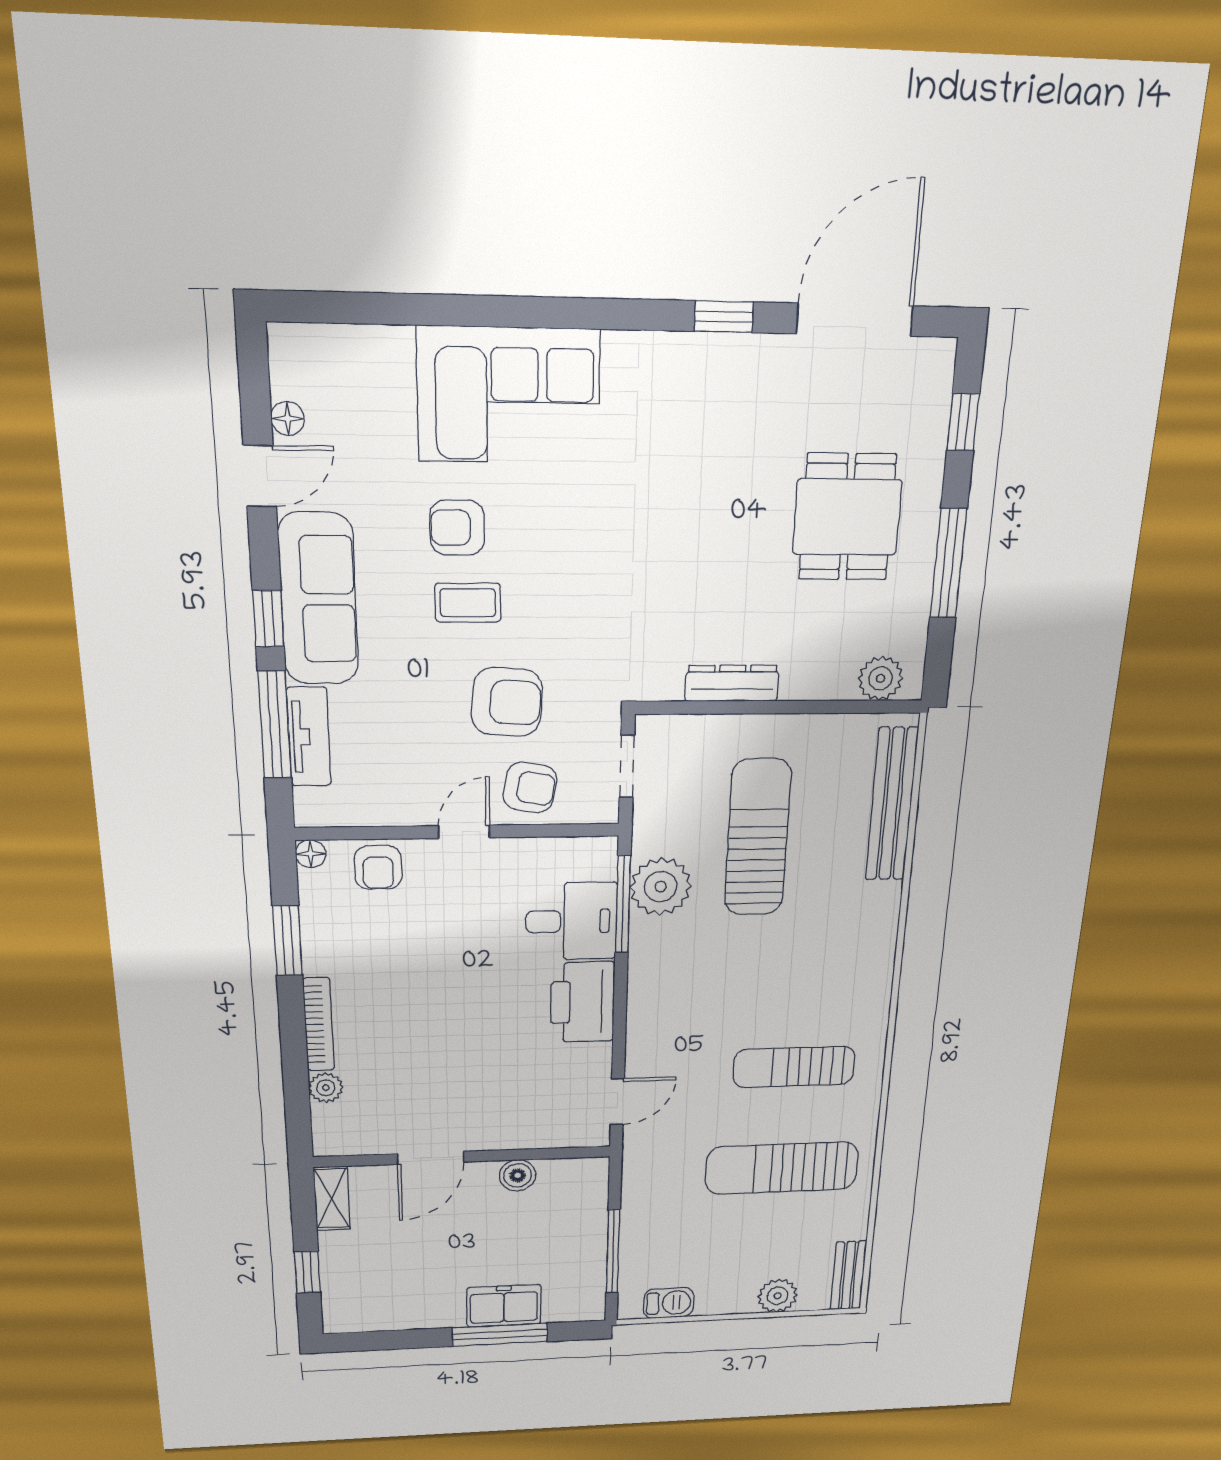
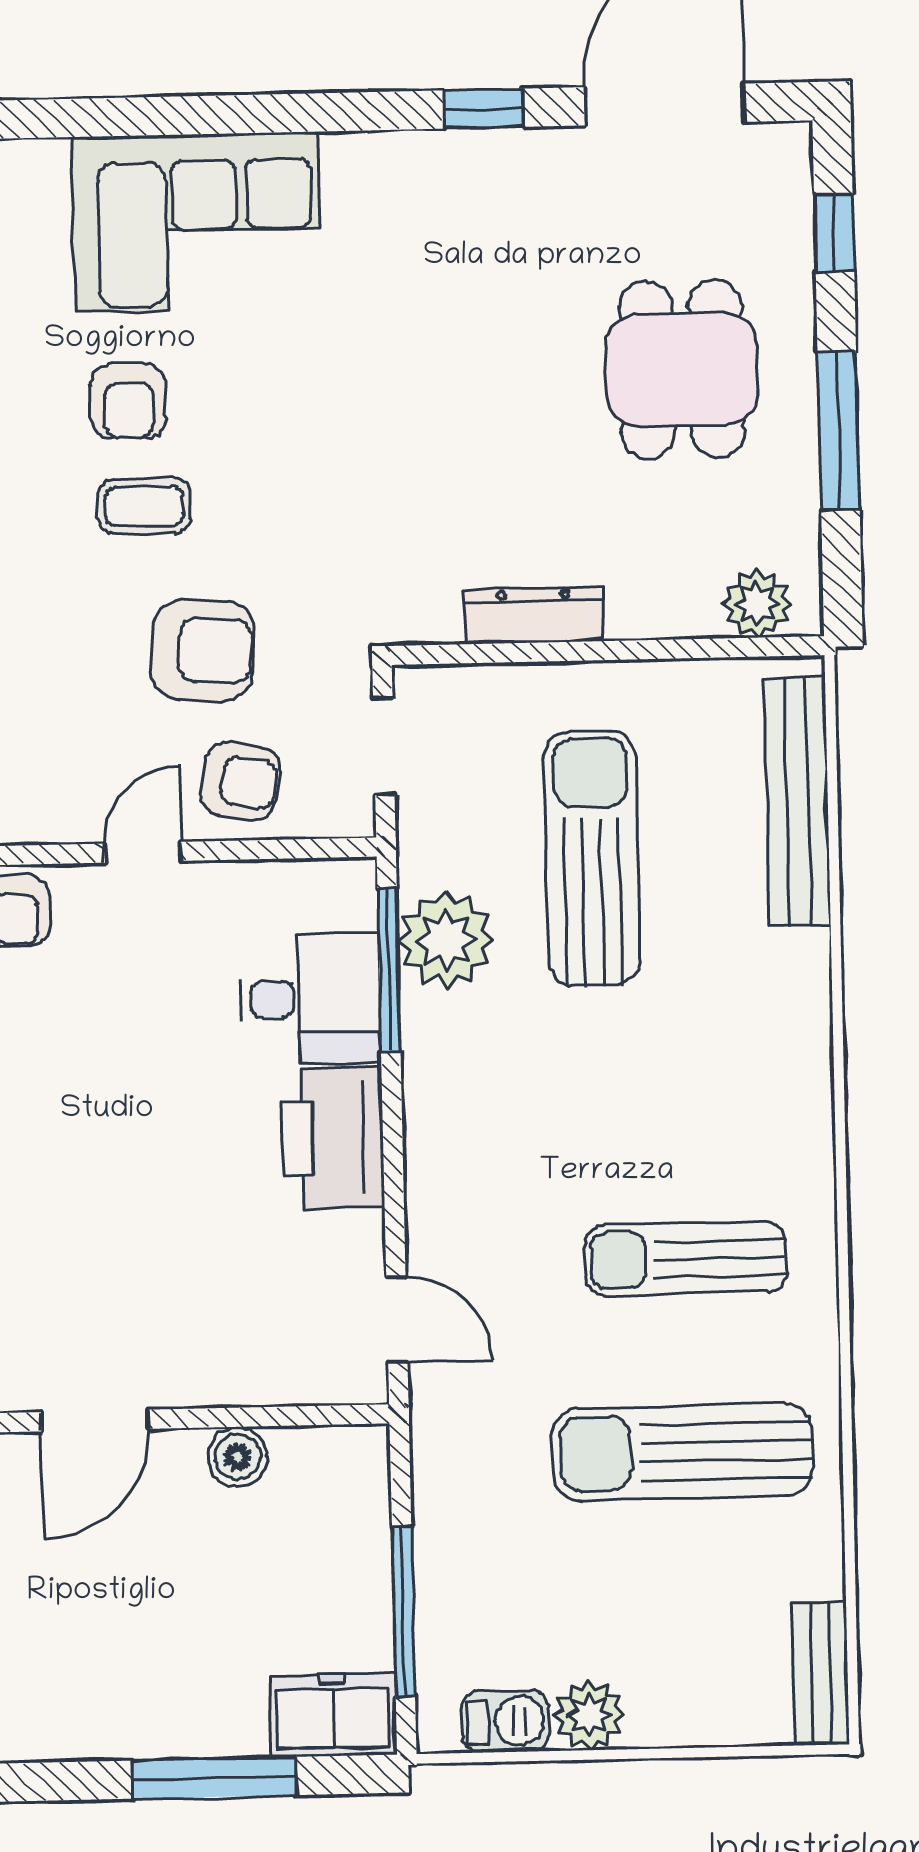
armchair: (457, 528) -> (129, 401), turned -90
door: (617, 1102) -> (397, 1320), hinge flipped
plant: (778, 1296) -> (589, 1715), moved
freezer: (504, 1306) -> (333, 1715), moved

